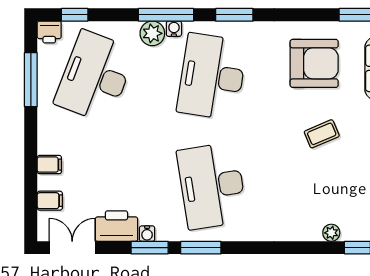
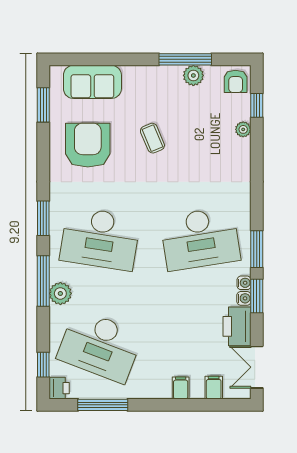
water cooler: (174, 29) -> (244, 283), moved, turned 180

